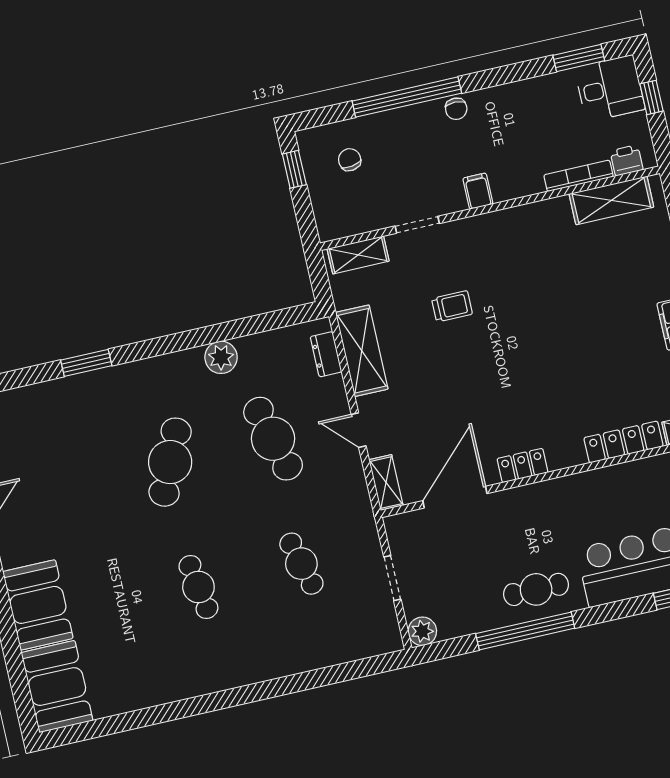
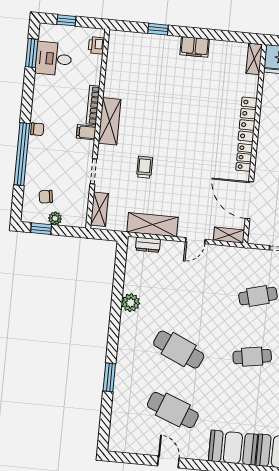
desk: (610, 88) -> (54, 59), moved, turned -90
bookcase: (578, 176) -> (93, 105), moved
plant: (319, 187) -> (55, 218), added
shelving: (611, 200) -> (110, 121), moved
cafe table: (273, 439) -> (173, 410), moved, turned 36
locker: (623, 442) -> (248, 119), moved

